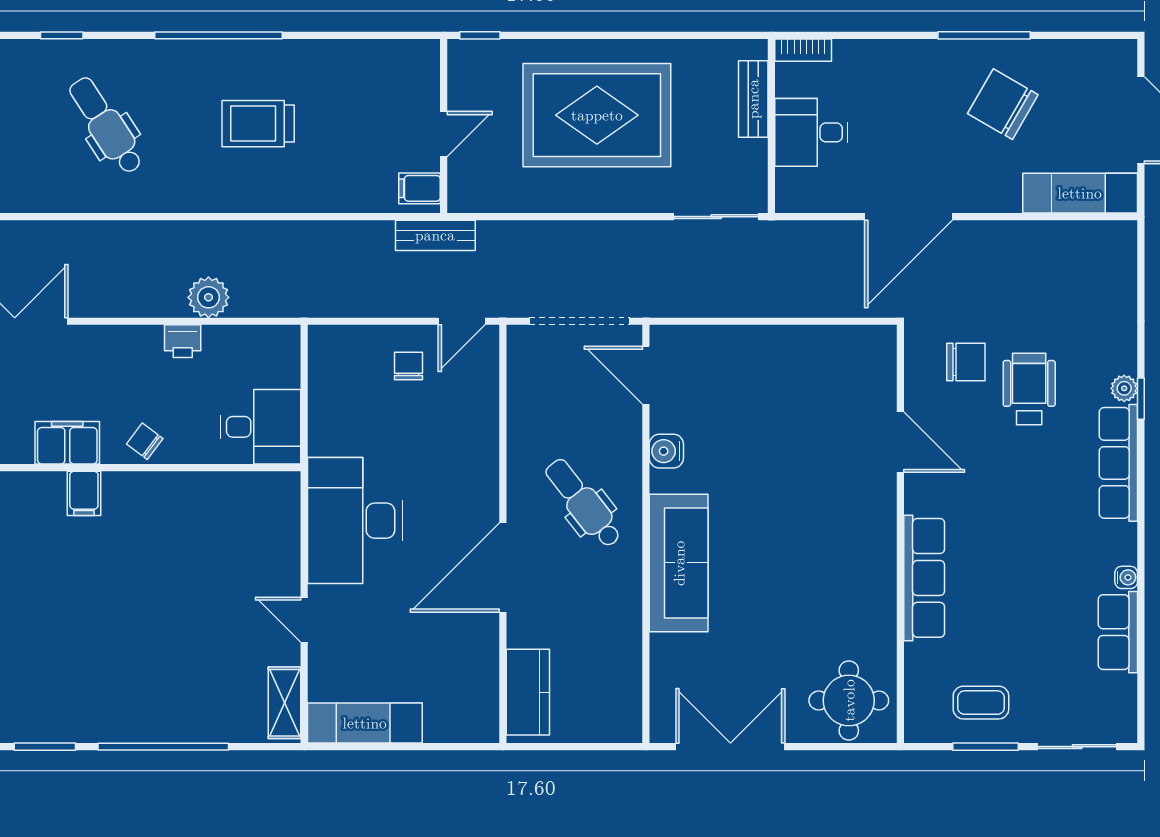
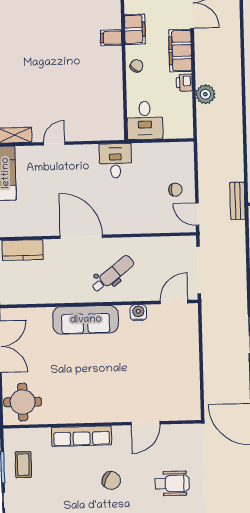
filing cabinet: (115, 348) -> (180, 51), added
chair: (966, 362) -> (111, 481), moved, turned -64
desk: (355, 521) -> (115, 161), width x0.53, depth x0.77

